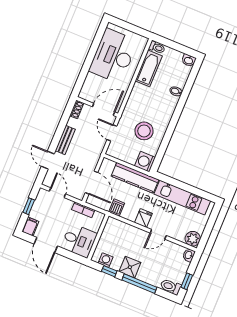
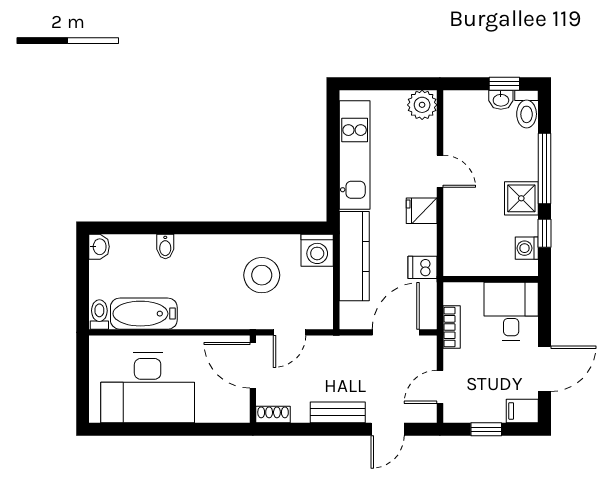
washbasin: (189, 255) -> (501, 100), moved

